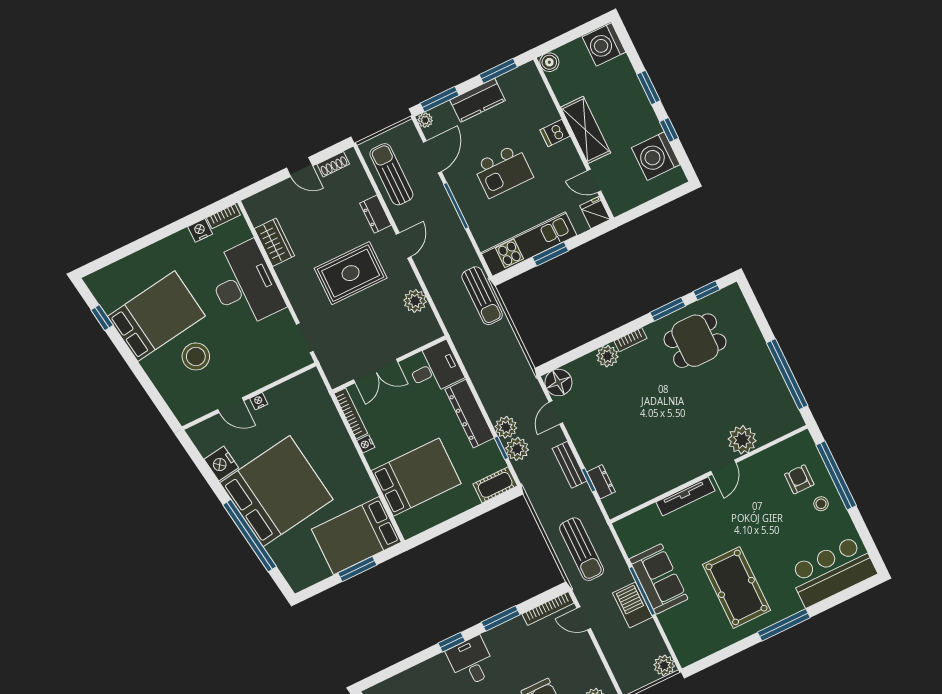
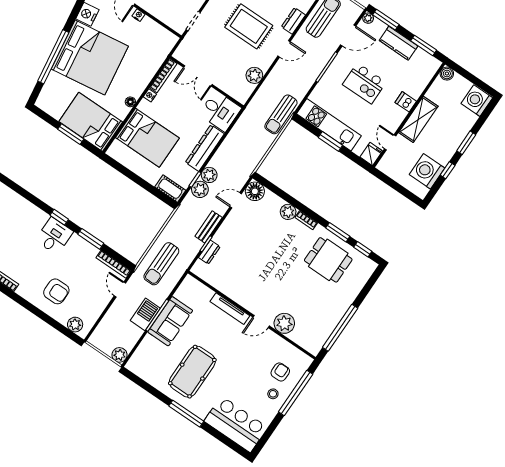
floor lamp: (360, 473) -> (130, 102), added

